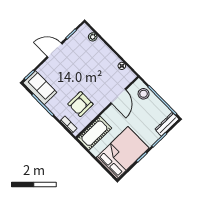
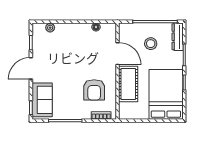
sofa: (40, 88) -> (42, 100), moved, turned 90
stool: (144, 94) -> (151, 44), moved
cot: (94, 133) -> (128, 84), moved

